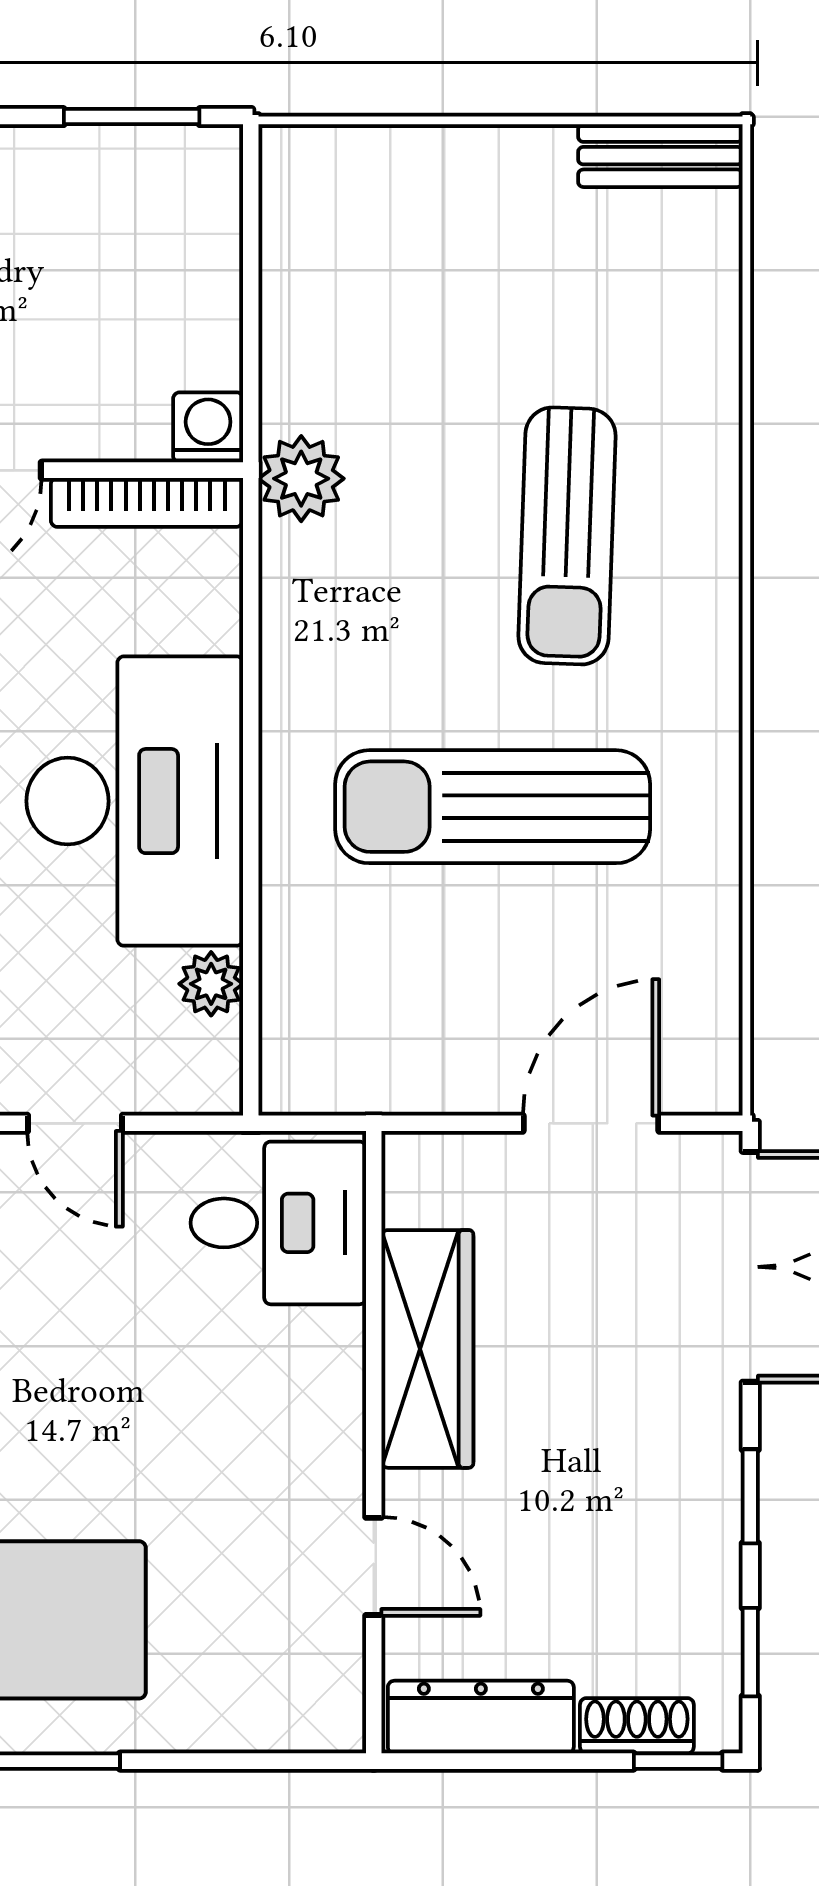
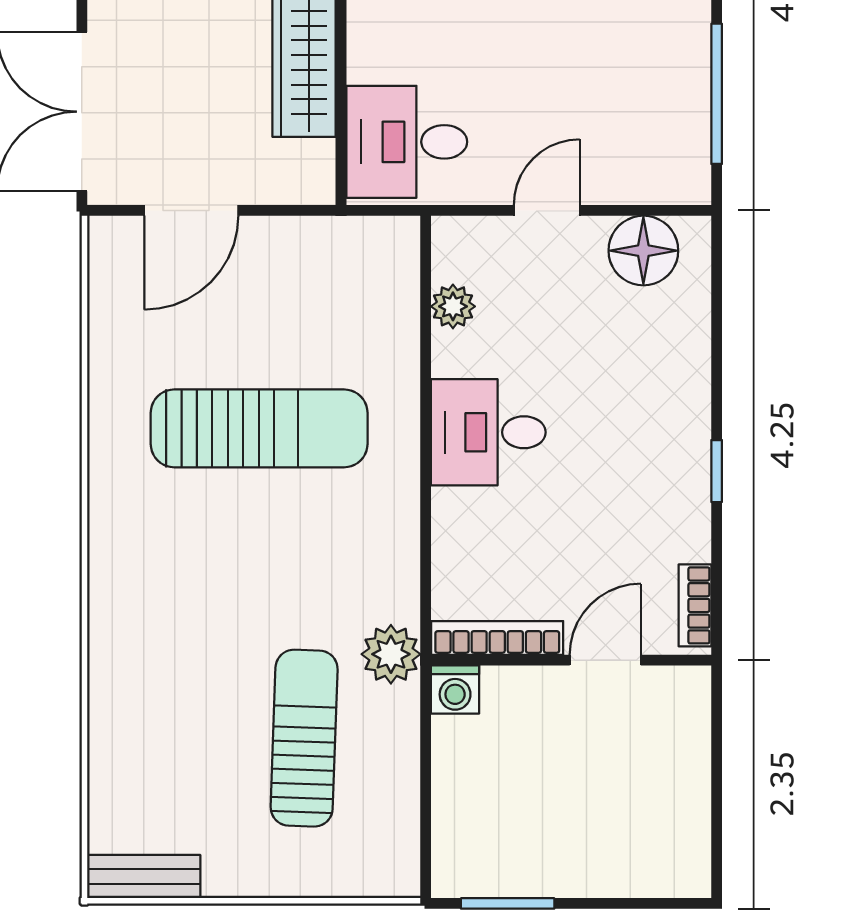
sun lounger: (567, 536) -> (304, 738), moved
desk: (135, 801) -> (488, 432), width x0.53, depth x0.77
door: (75, 1123) -> (547, 210), hinge flipped

